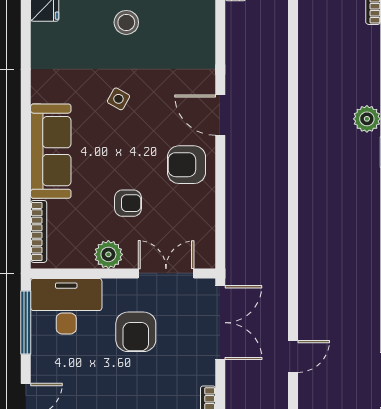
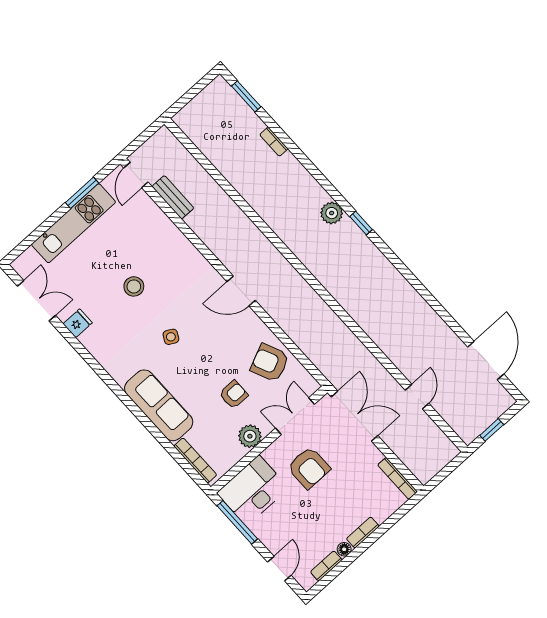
armchair: (186, 165) -> (270, 363), moved, turned 66

